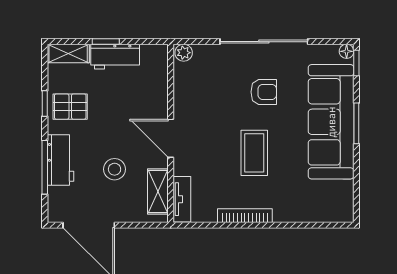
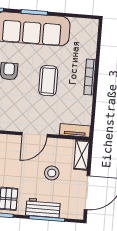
coffee table: (254, 153) -> (48, 81), turned 90
shelving: (158, 192) -> (82, 155), moved, turned 90
bookcase: (245, 216) -> (90, 77), moved

